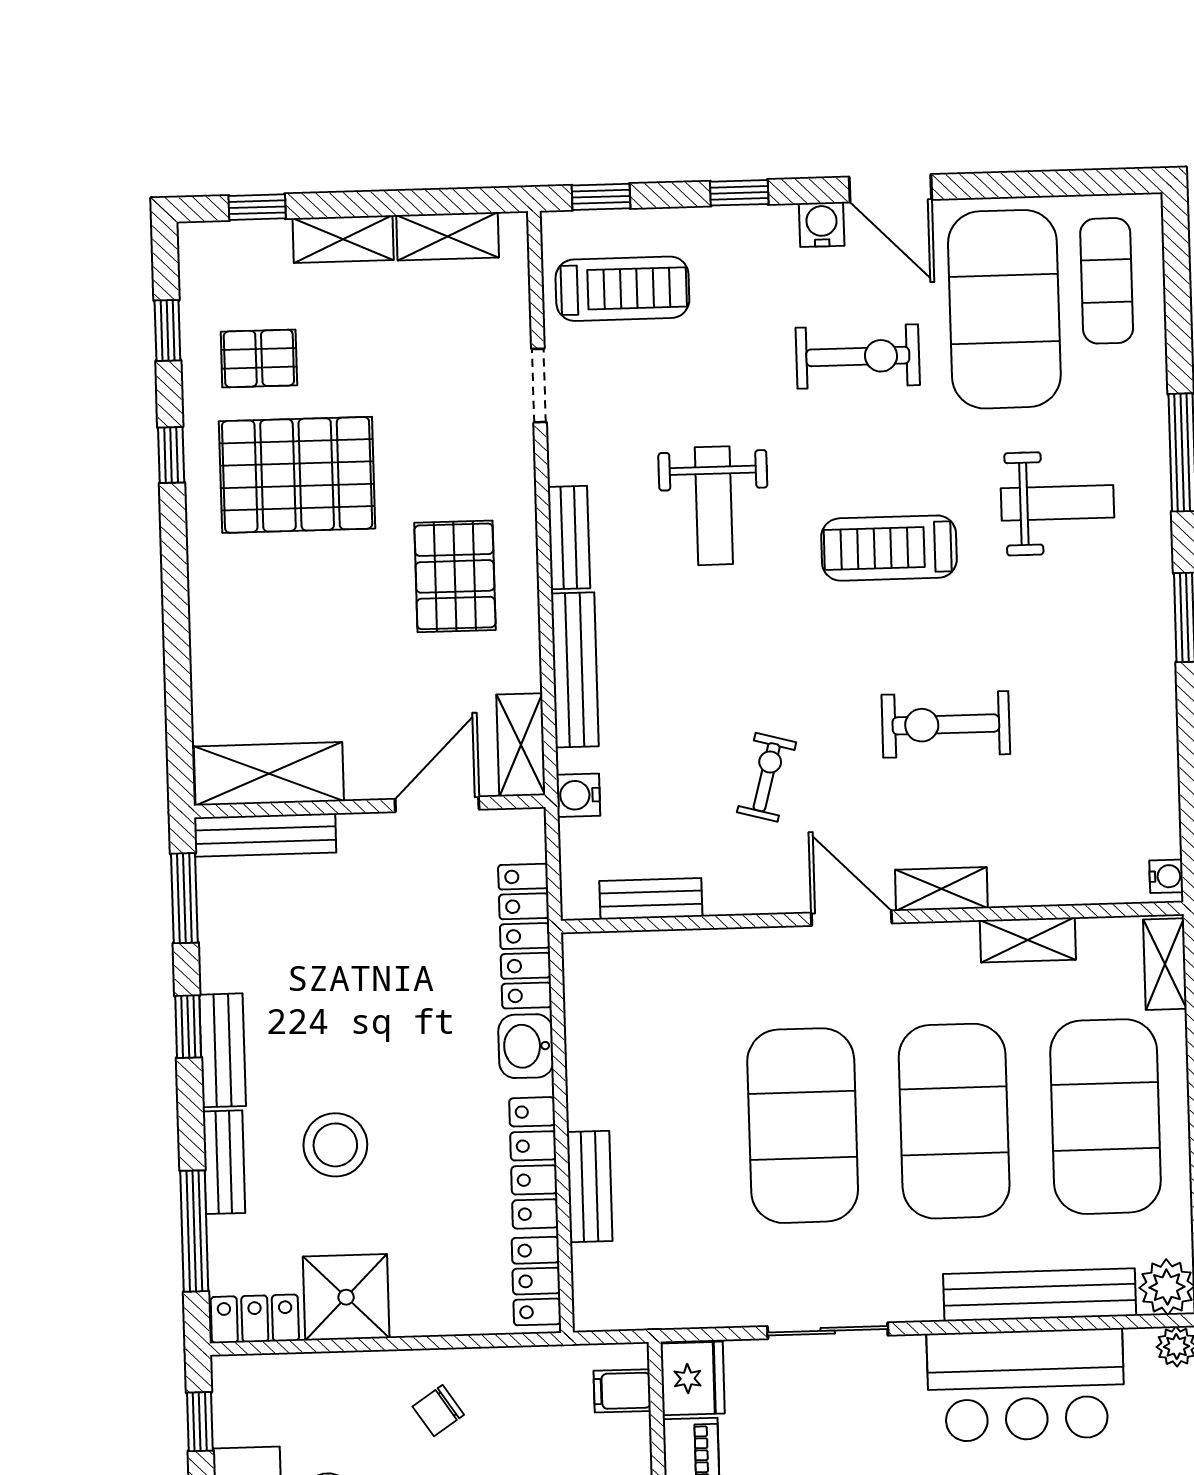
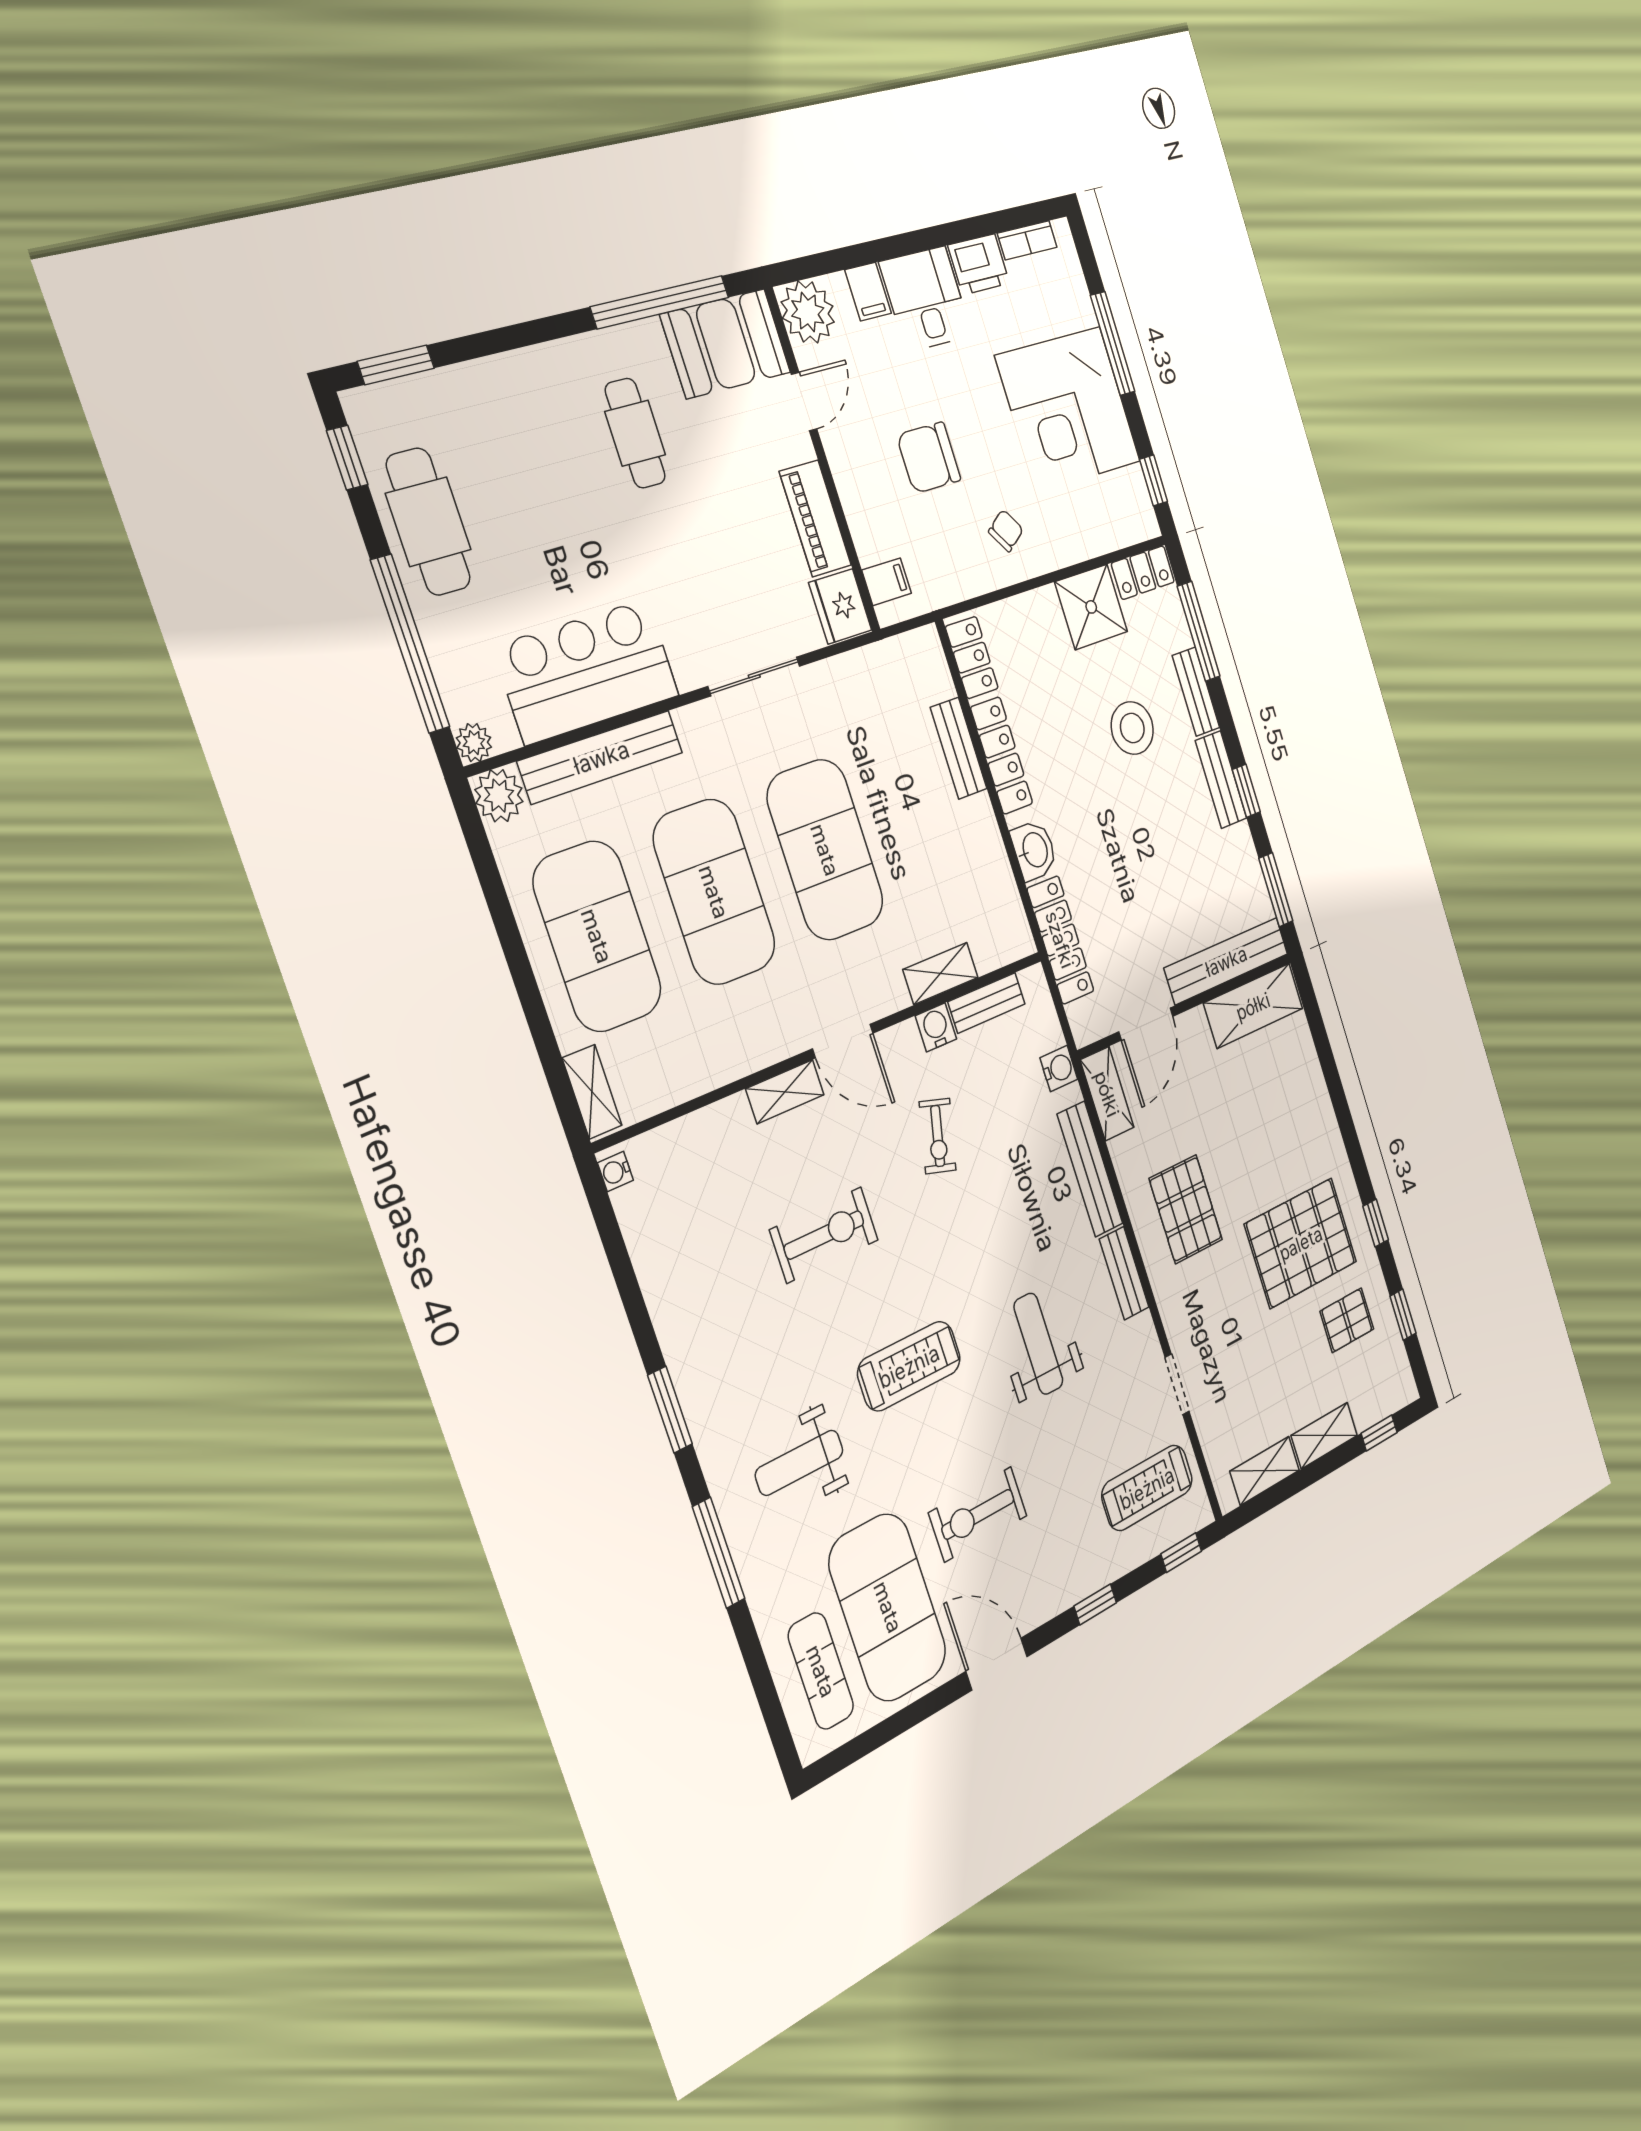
water cooler: (822, 224) -> (936, 1027), moved, turned 180
bench: (265, 835) -> (1226, 961), width x1.37, depth x1.21
shelving: (1028, 940) -> (941, 973), moved

